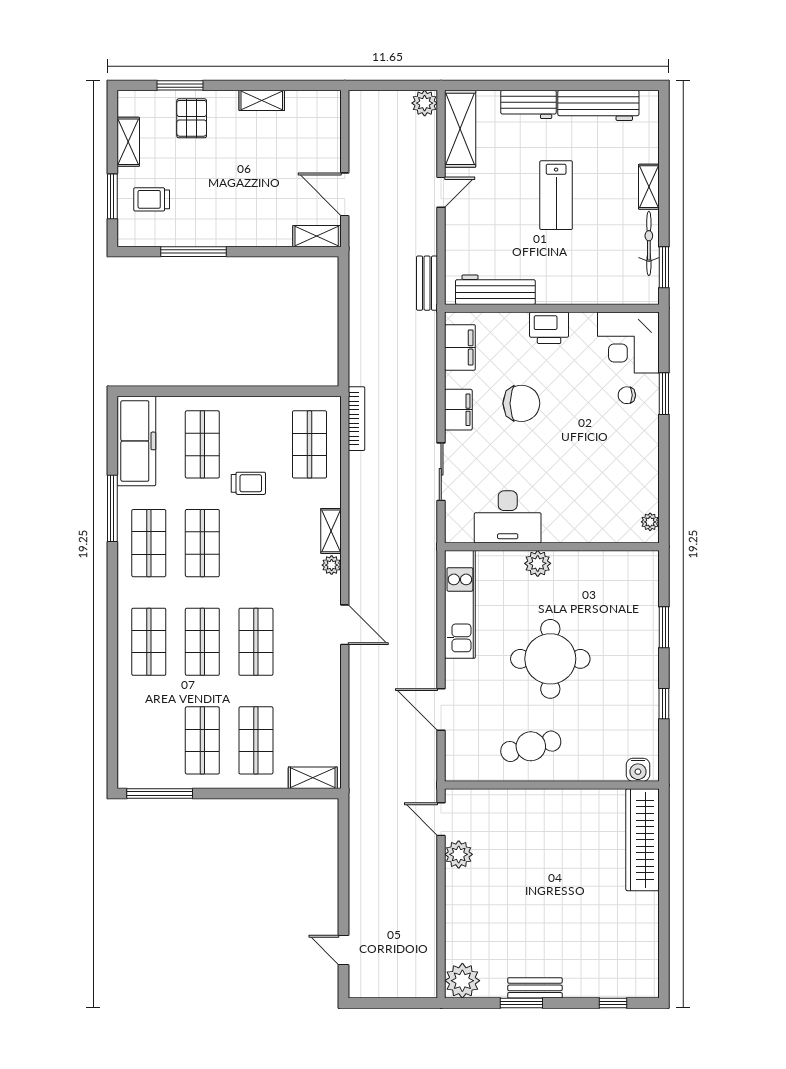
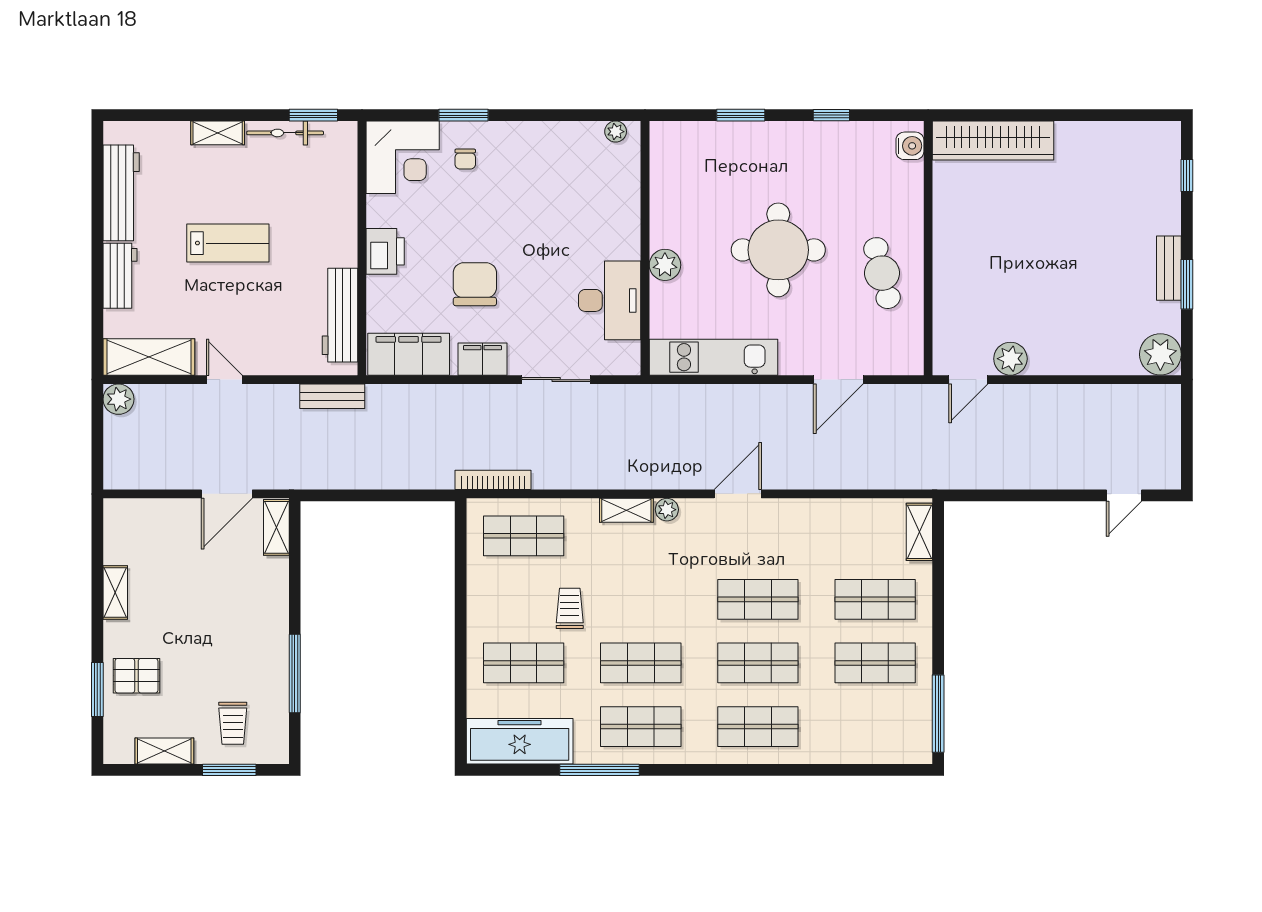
filing cabinet: (460, 347) -> (409, 354), width x1.50, depth x1.17

